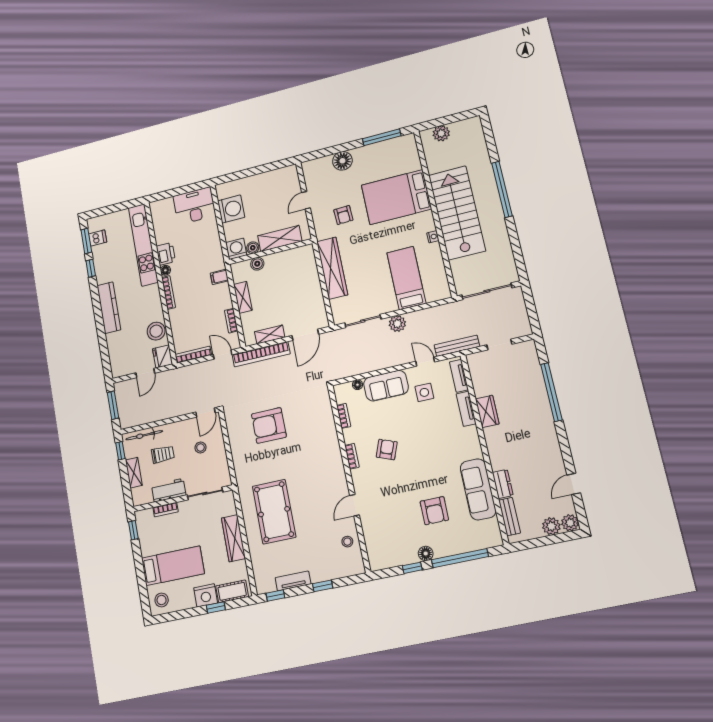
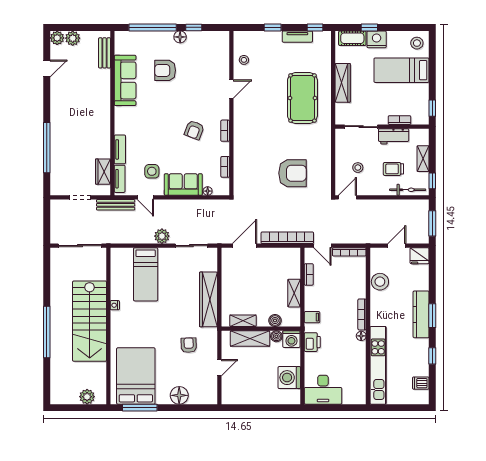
bed: (396, 197) -> (136, 376), moved, turned -90
window: (86, 241) -> (432, 316), moved
printer: (166, 254) -> (312, 342), moved, turned 180
shelving: (270, 334) -> (243, 321), moved
fridge: (162, 356) -> (420, 256), moved, turned 90
wardrobe: (487, 411) -> (103, 172), moved
dresser: (503, 484) -> (104, 81), removed
armchair: (434, 511) -> (165, 70), turned -90

